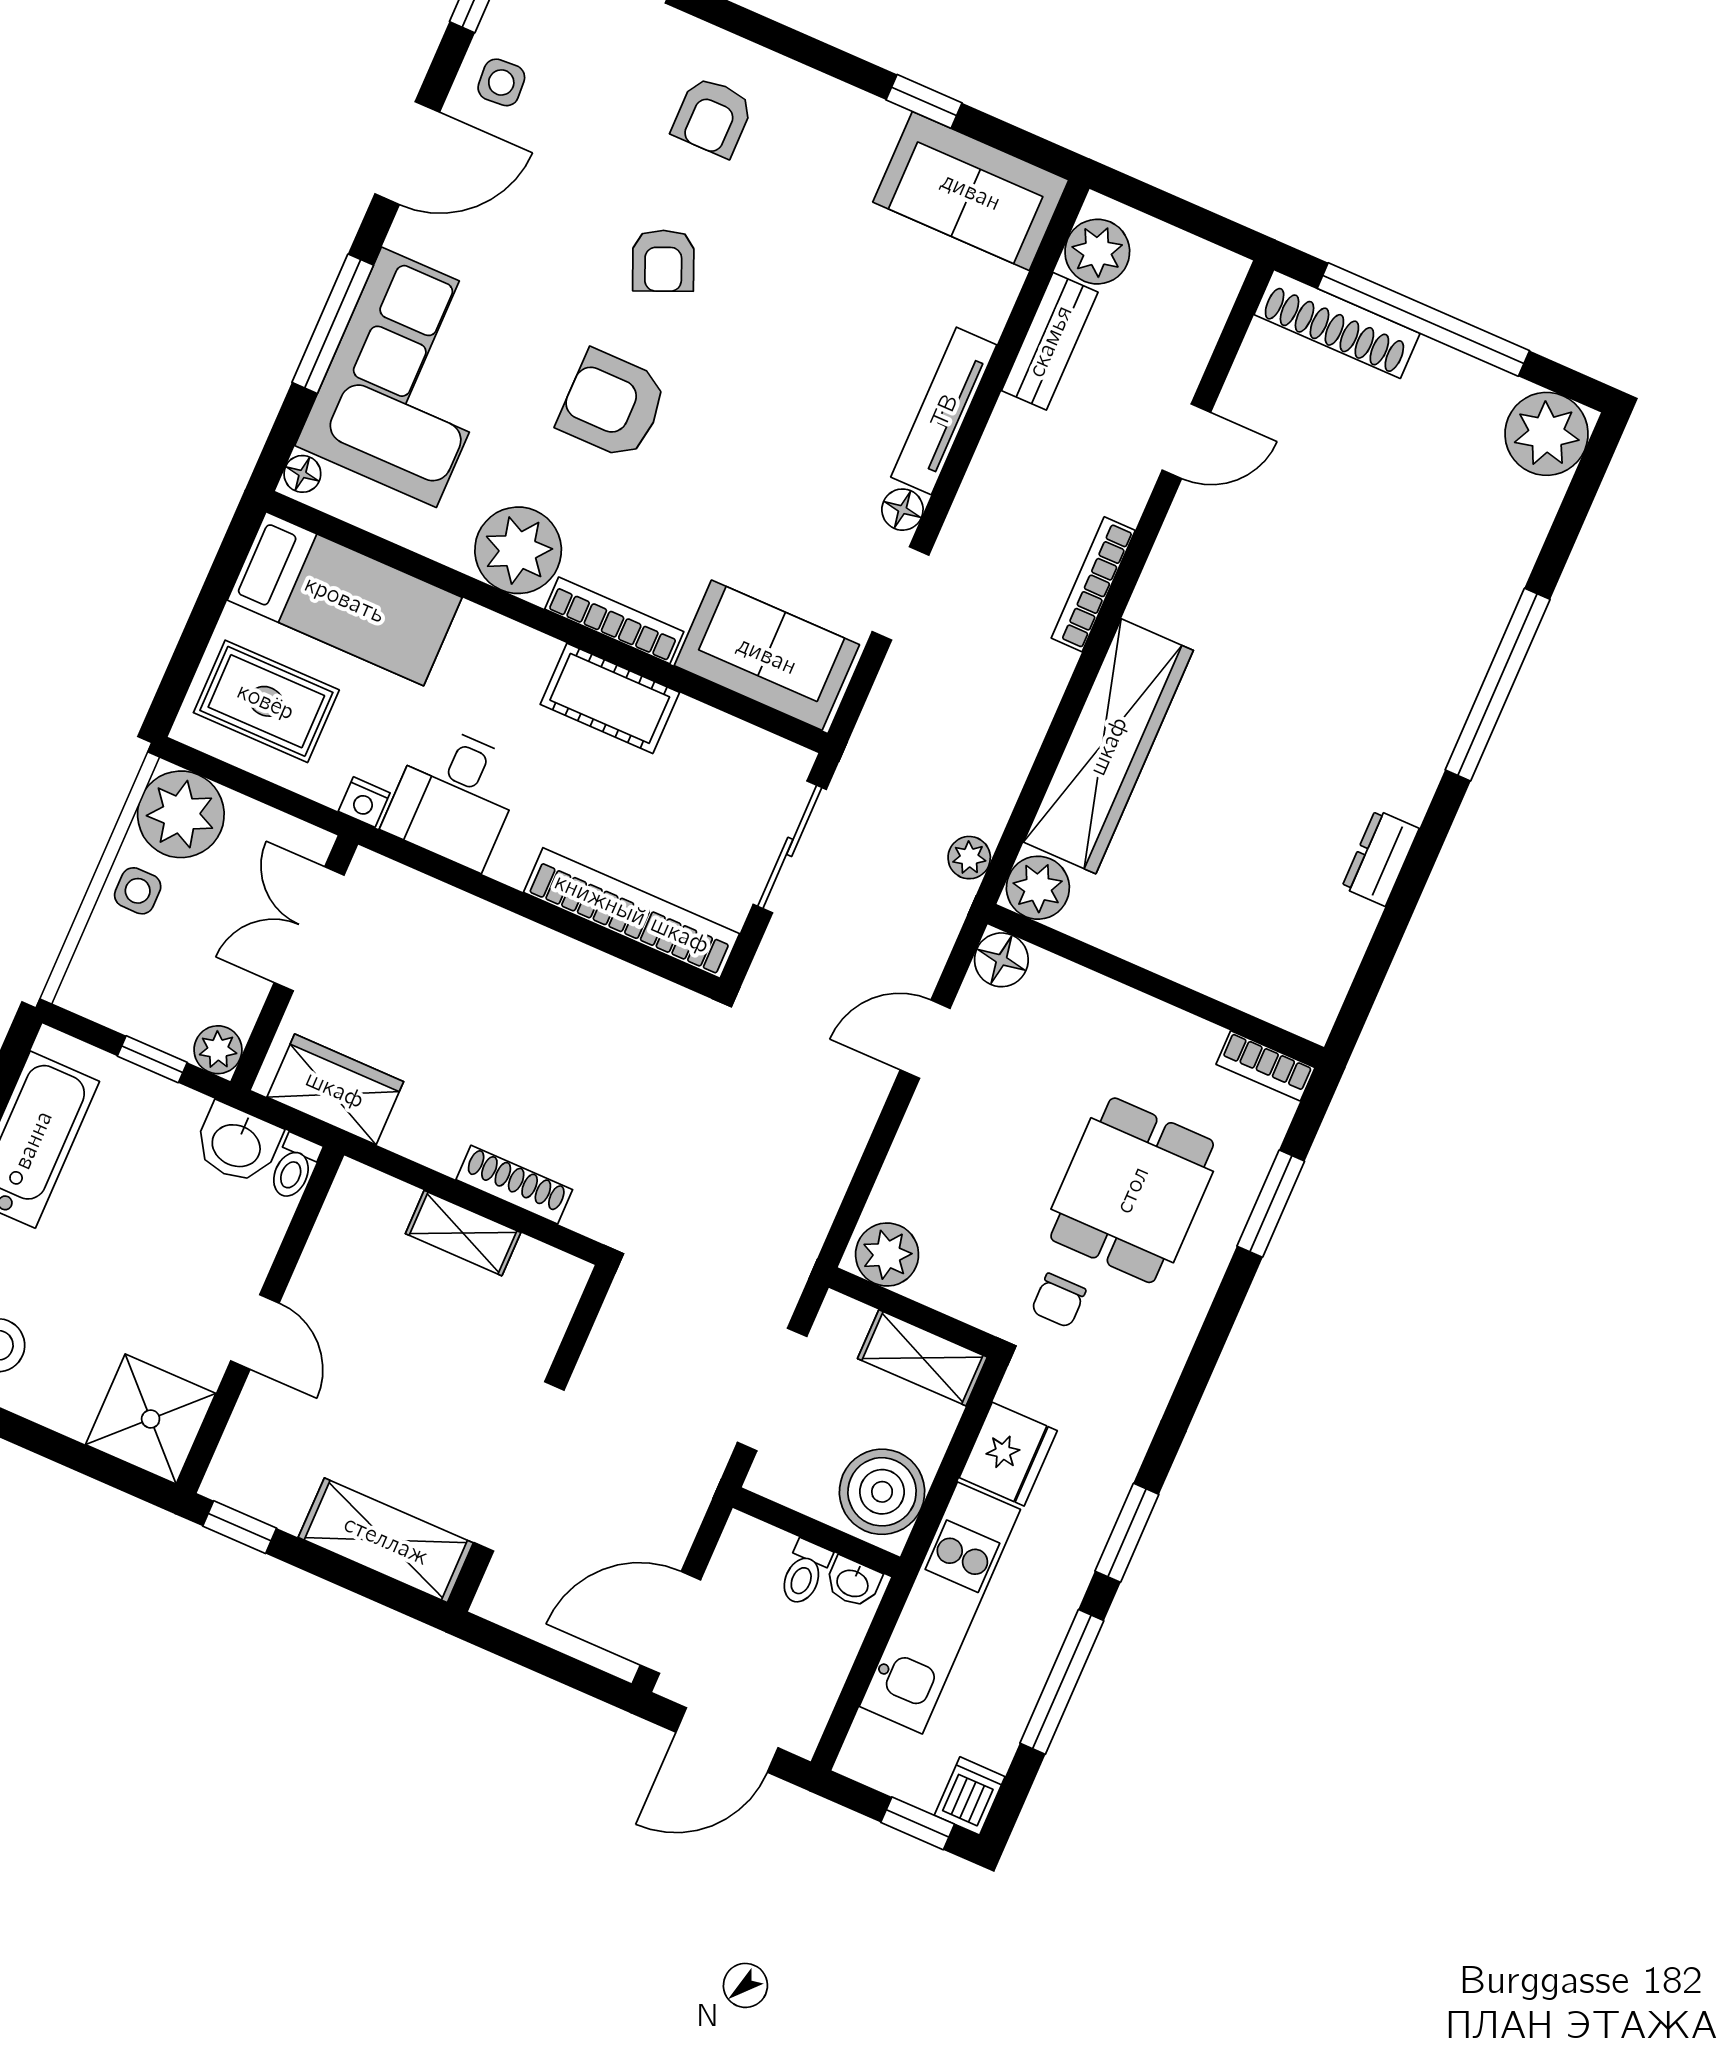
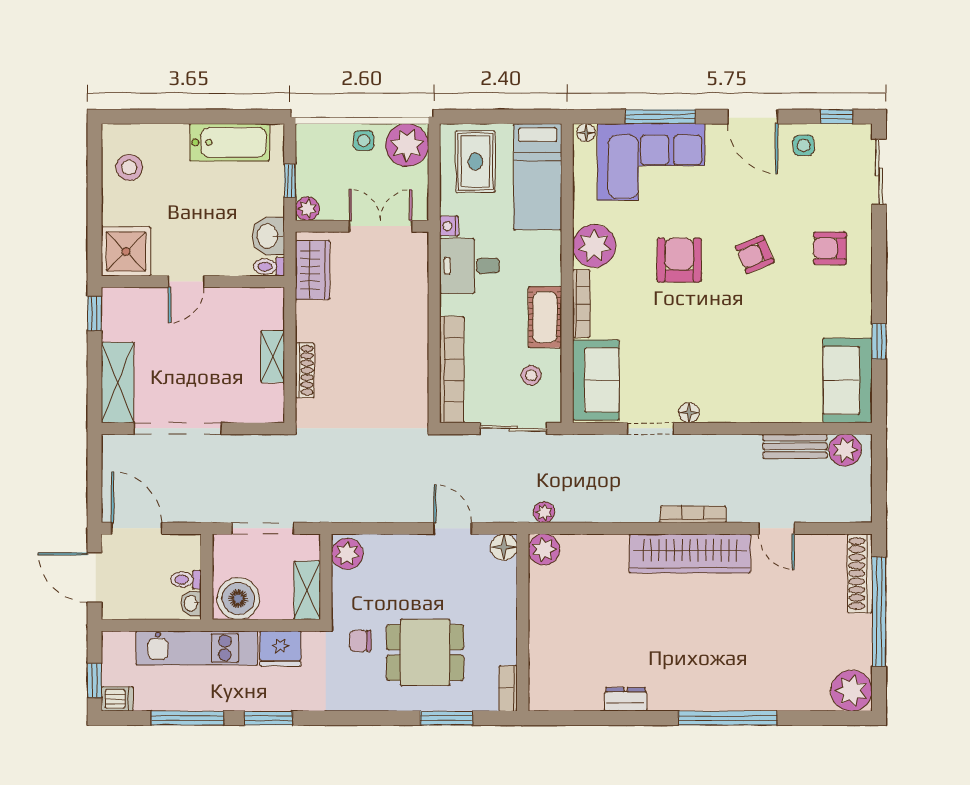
tv unit: (944, 411) -> (742, 412), removed
wardrobe: (1108, 746) -> (690, 553), moved
stool: (706, 771) -> (531, 375), added

